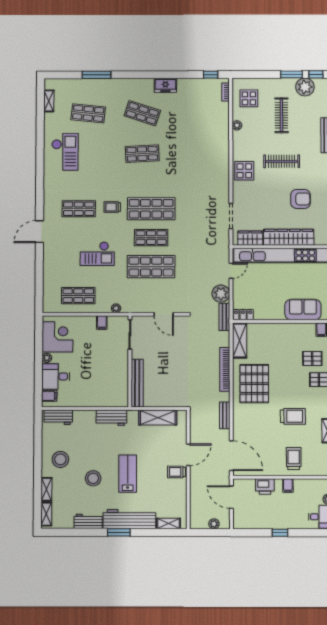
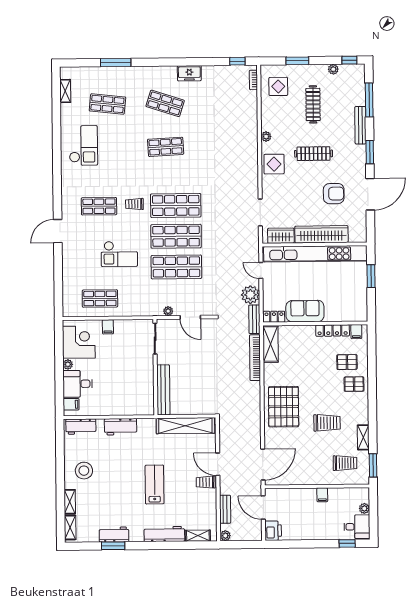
window: (292, 74) -> (297, 61), moved
plant: (305, 87) -> (333, 69), width x0.53, depth x0.53
plant: (237, 125) -> (266, 137), moved
shop shelf: (151, 238) -> (176, 236), width x1.43, depth x1.36
door: (231, 271) -> (261, 270), swing flipped
plant: (116, 308) -> (168, 311), moved
sofa: (303, 310) -> (305, 311), moved
filing cabinet: (102, 323) -> (108, 327), moved
locker: (299, 328) -> (333, 330), added
bookcase: (225, 369) -> (255, 358), moved
pallet: (254, 384) -> (284, 407), moved
bench: (225, 415) -> (225, 509), moved
workbench: (111, 418) -> (121, 427), moved
shelving: (158, 418) -> (185, 426), width x1.47
door: (188, 455) -> (218, 464), swing flipped
door: (231, 456) -> (263, 465), hinge flipped
trolley: (294, 459) -> (345, 463), moved, turned 90
stool: (93, 478) -> (118, 490), removed
printer: (265, 486) -> (273, 531), moved, turned -90
workbench: (129, 519) -> (164, 534), width x0.73, depth x0.76
plant: (214, 524) -> (225, 536), moved
window: (119, 532) -> (113, 546), moved
window: (280, 533) -> (347, 543), moved

